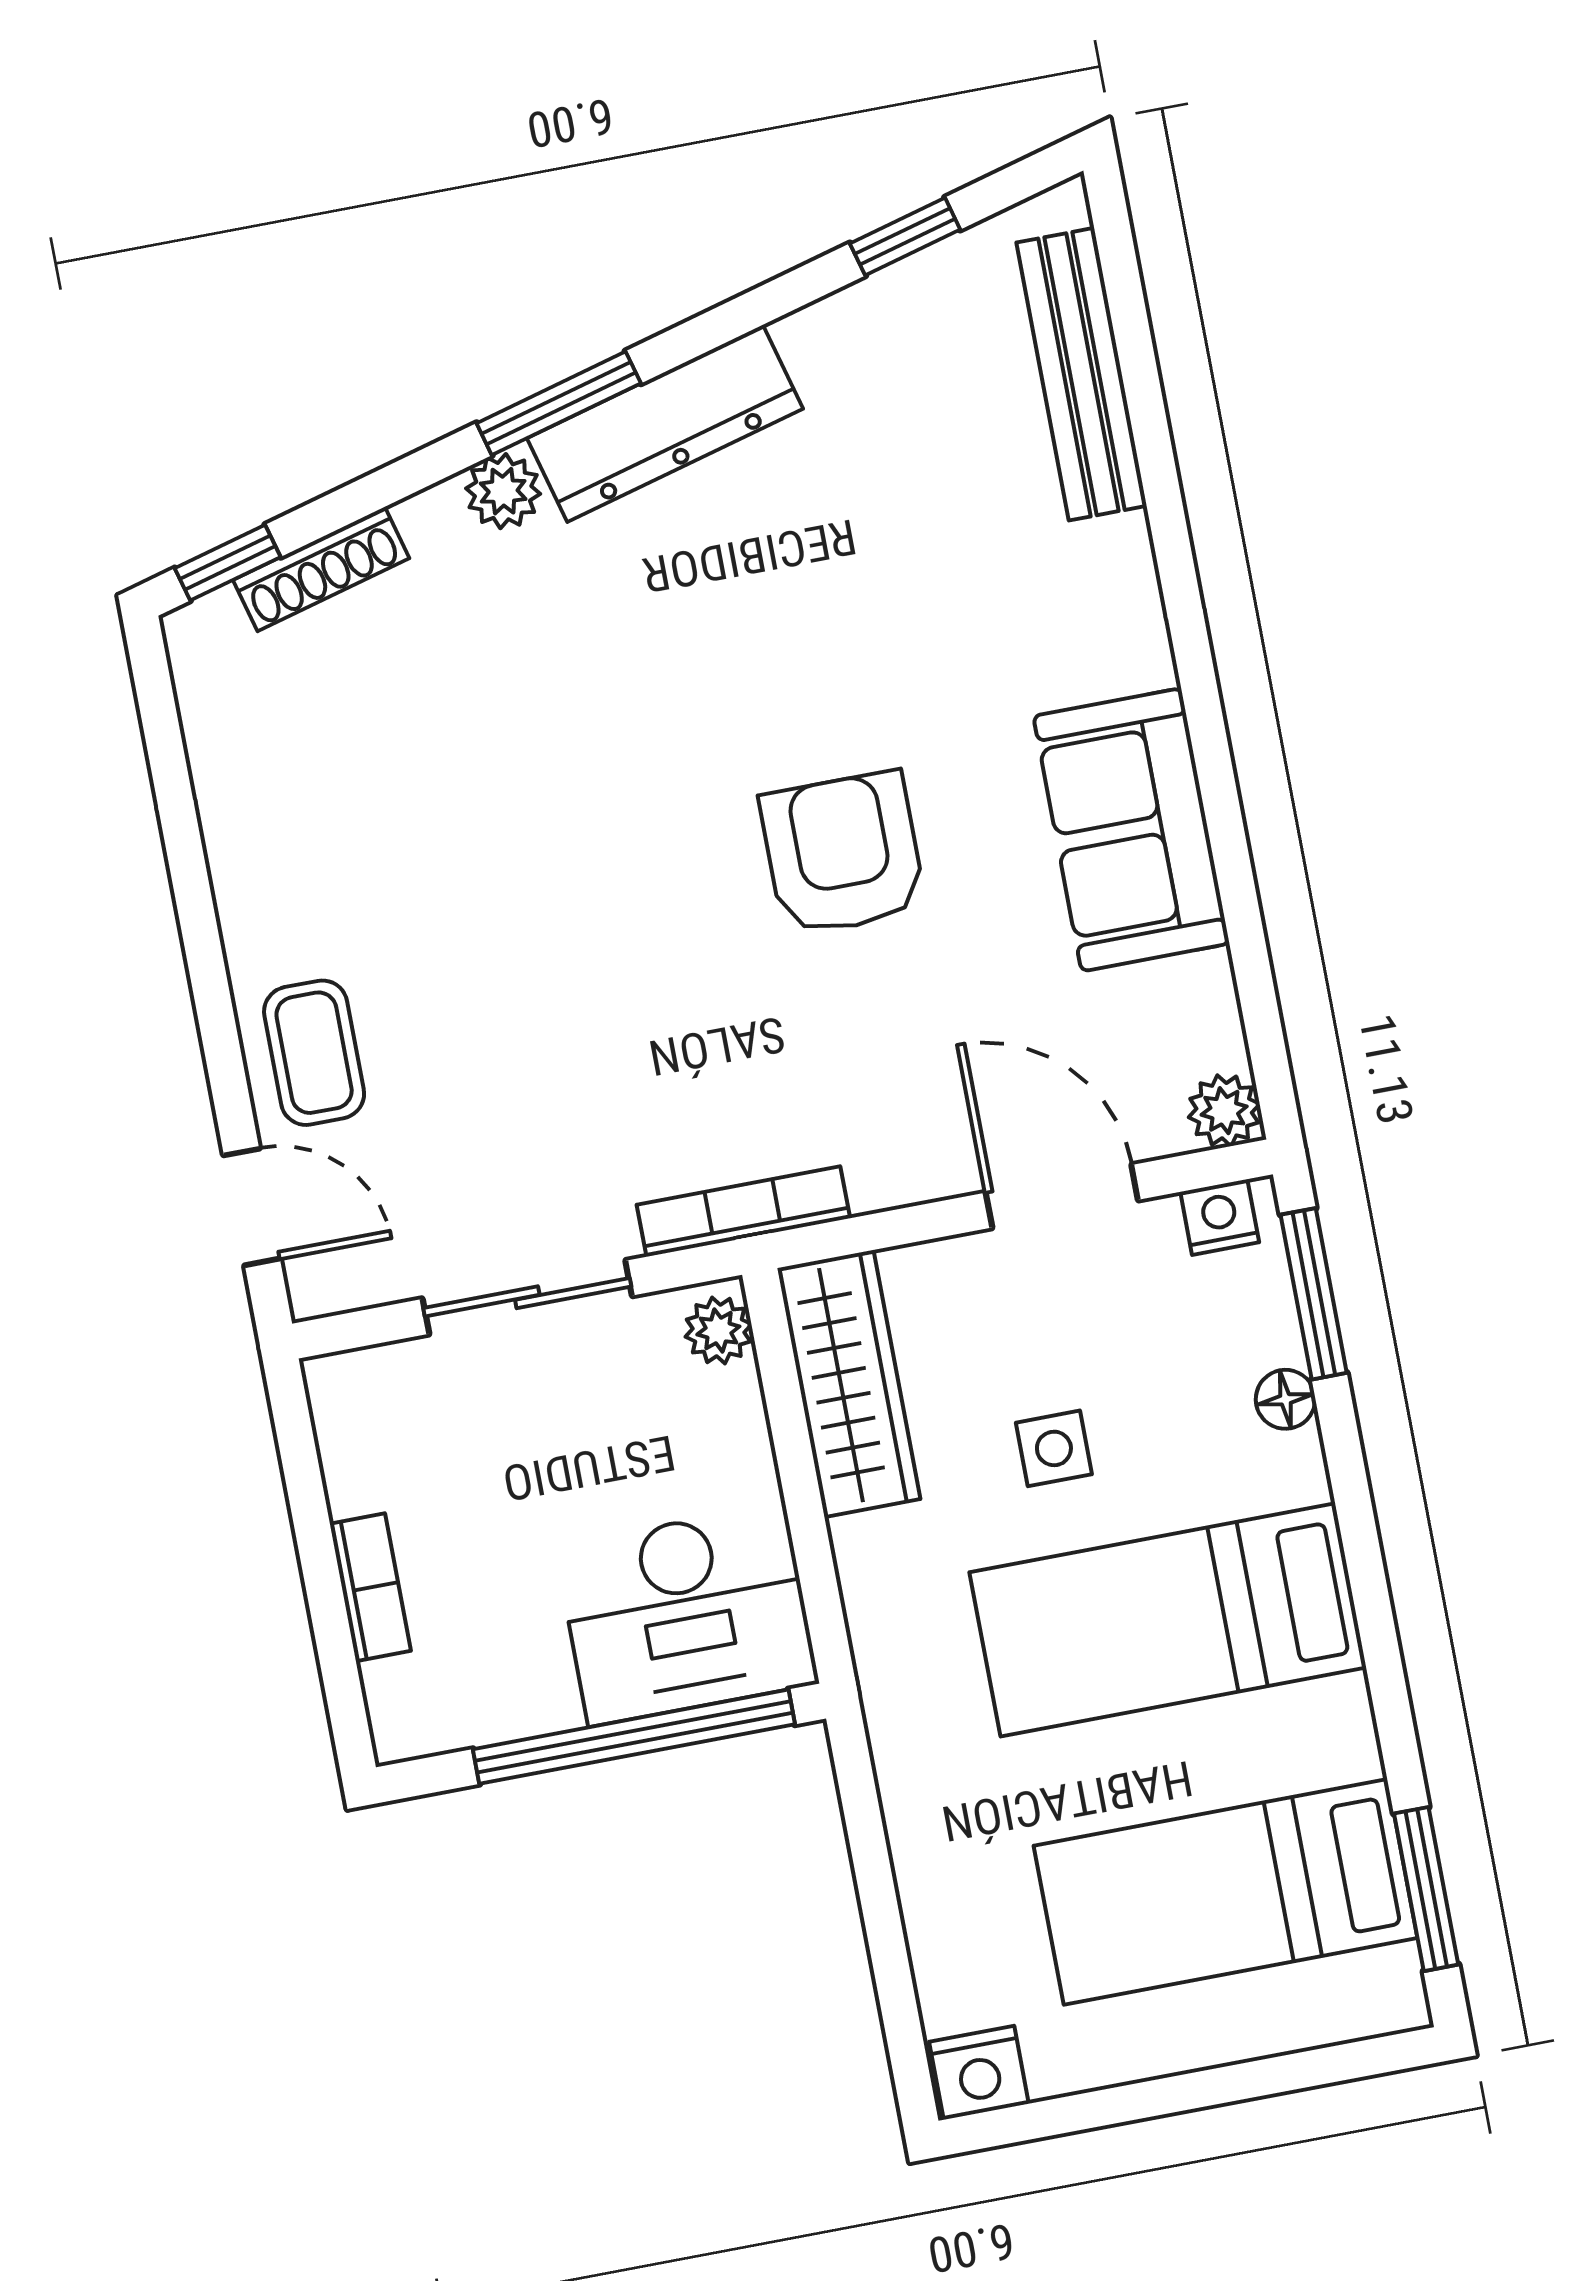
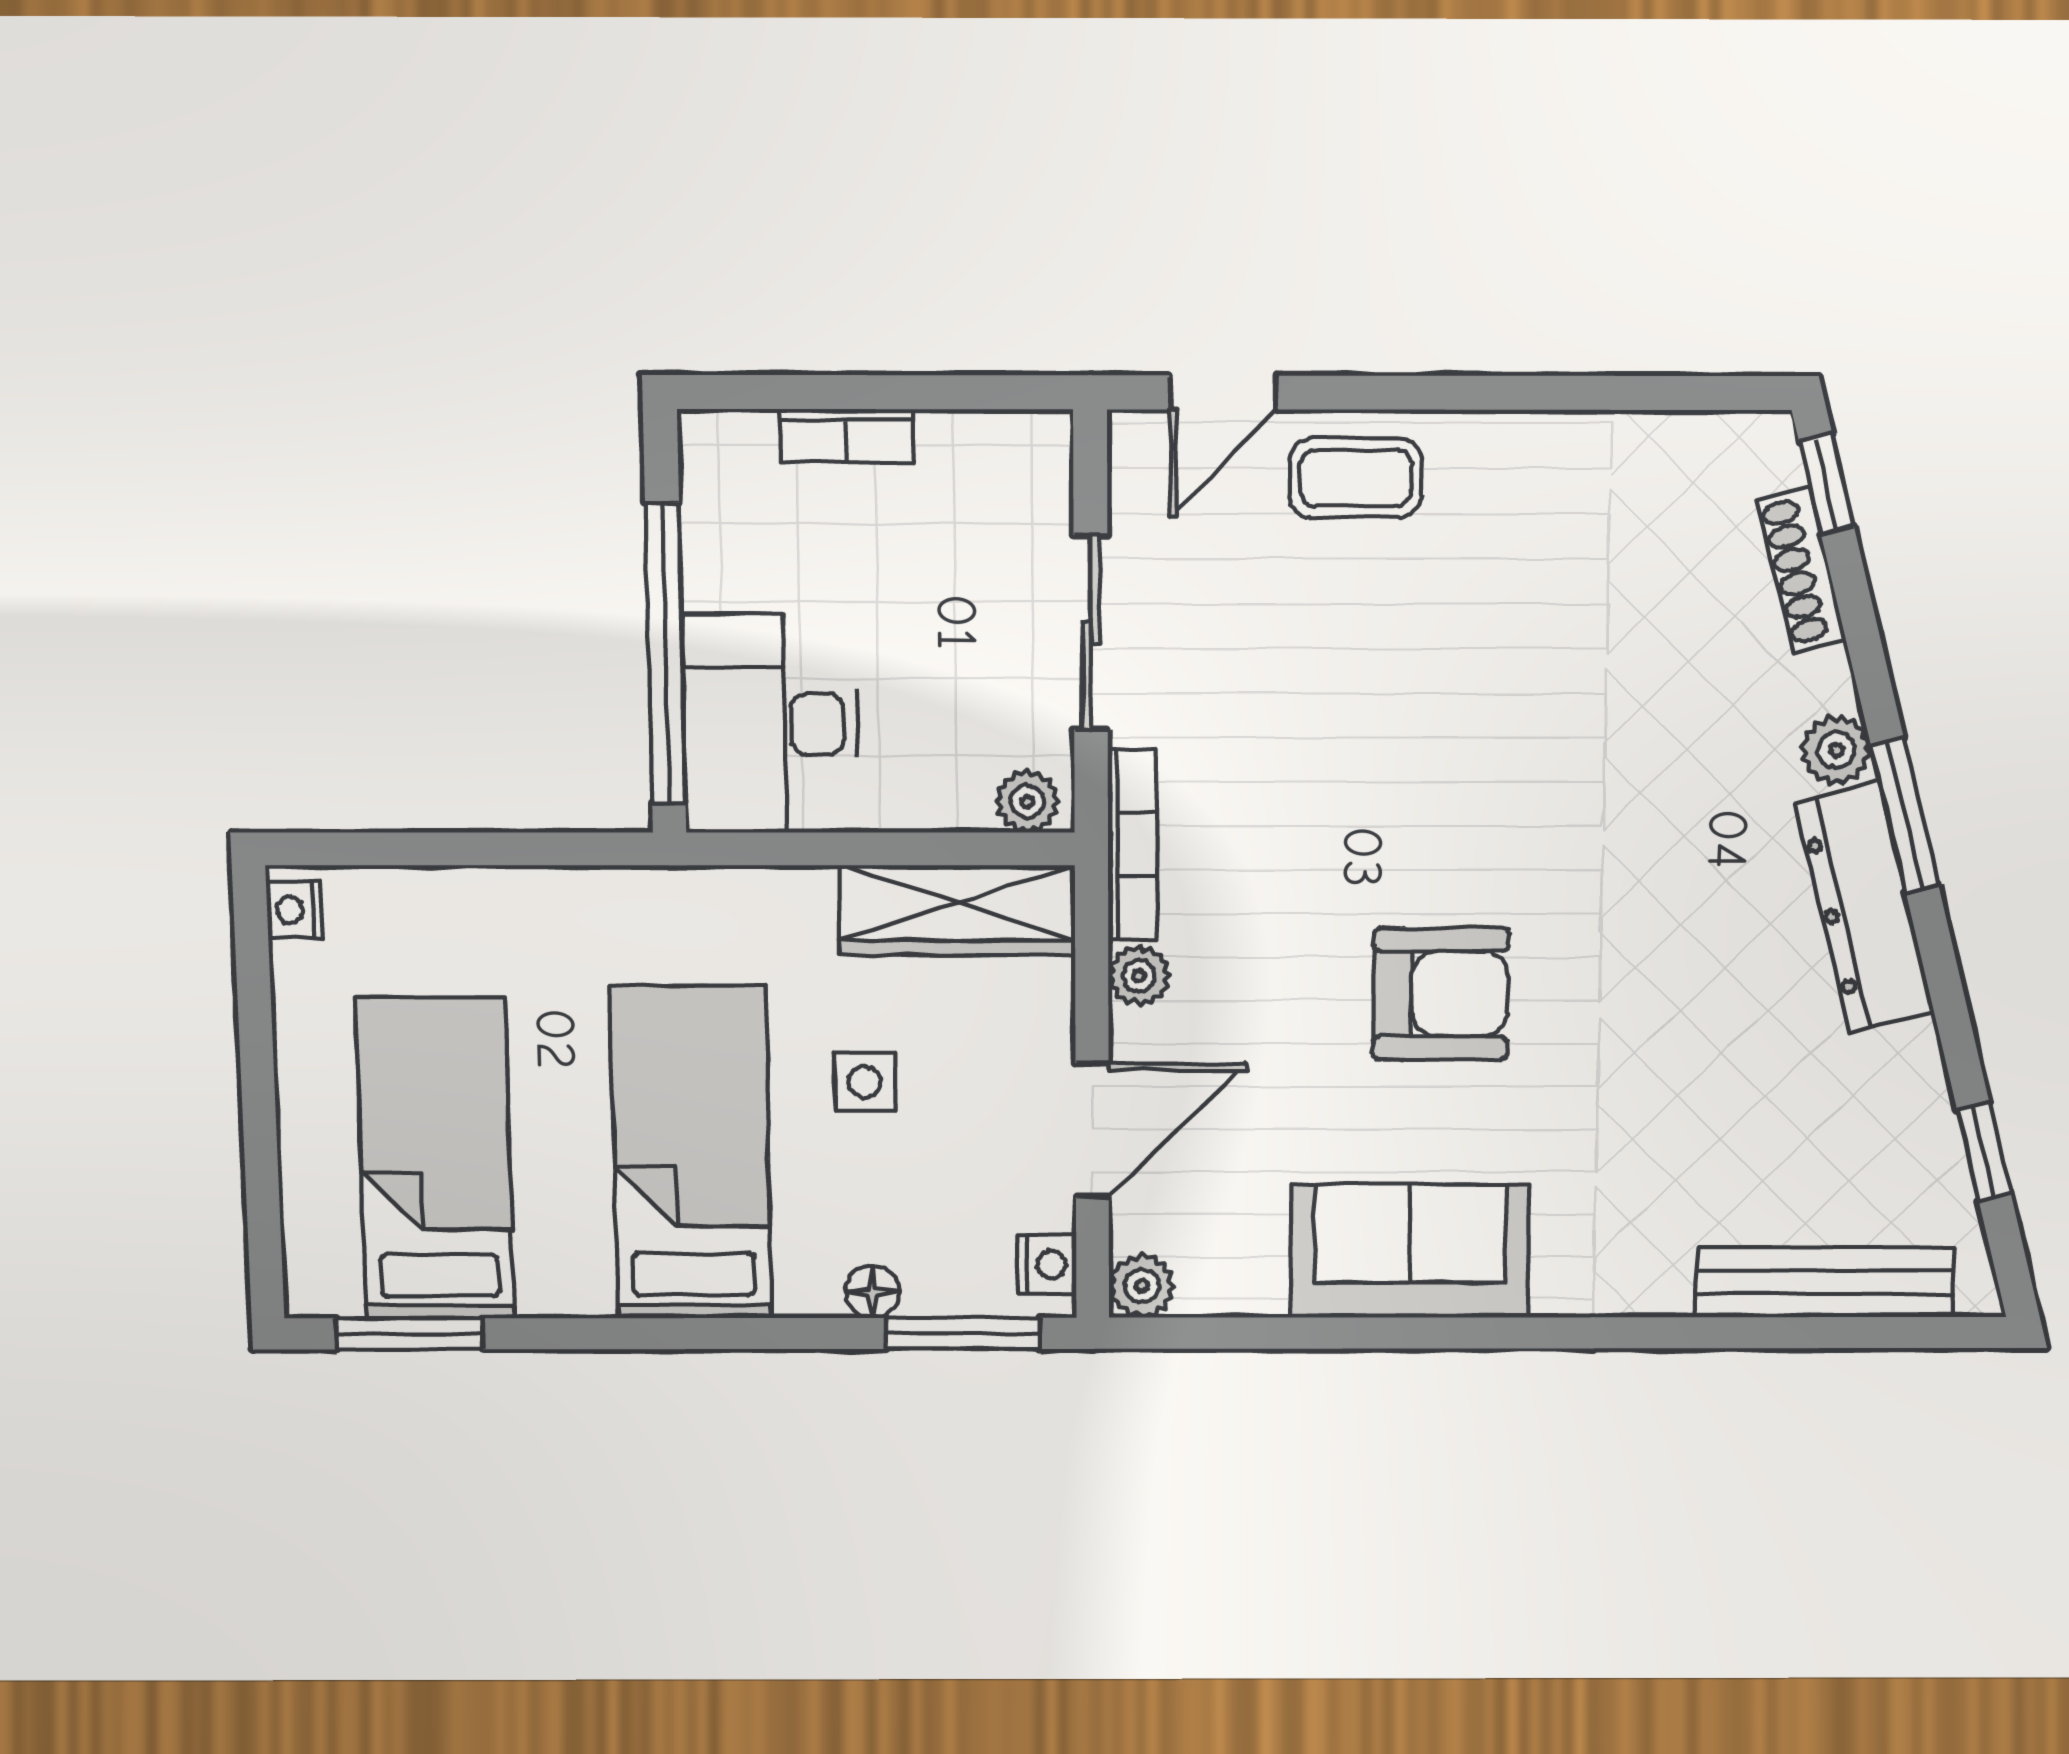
plant: (884, 1178) -> (1139, 976), added
nightstand: (979, 2073) -> (294, 910), width x0.72, depth x0.74

